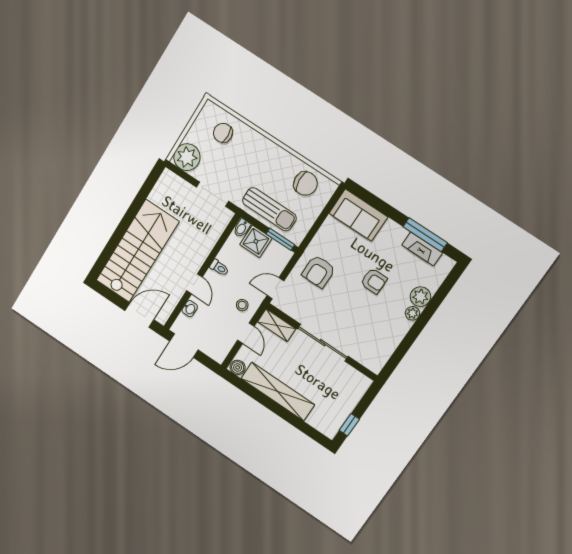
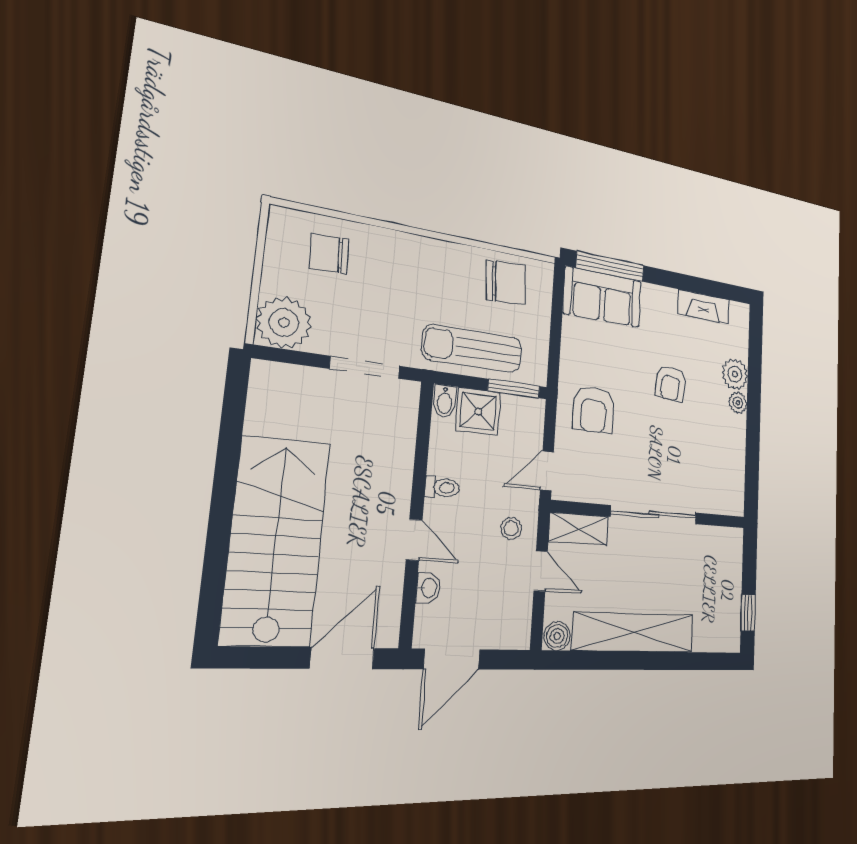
sun lounger: (269, 209) -> (472, 348), turned 180
window: (425, 235) -> (610, 267), moved
armchair: (374, 281) -> (671, 384), turned 95

